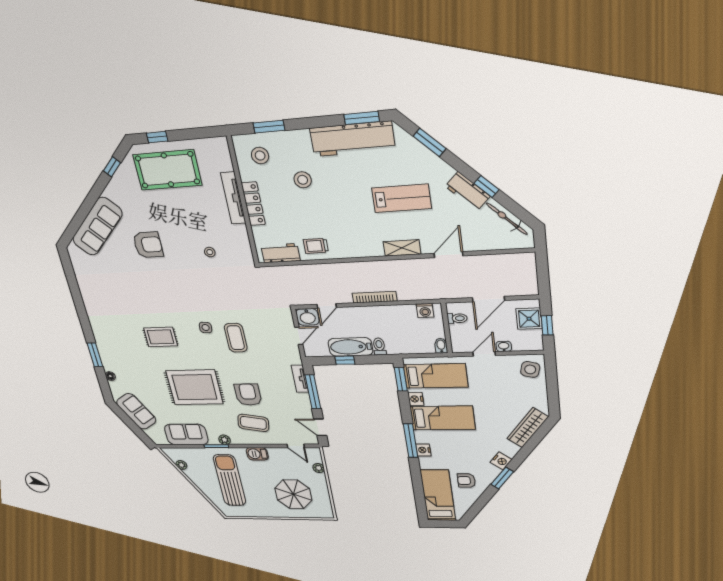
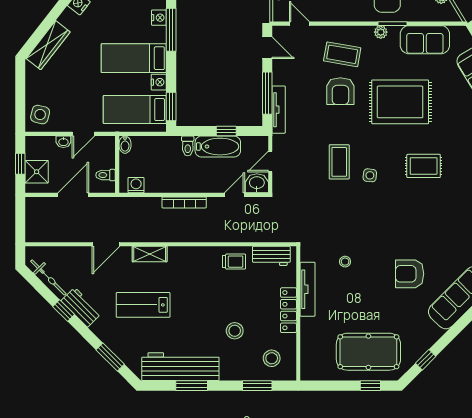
window: (362, 118) -> (192, 386), moved
tv unit: (233, 198) -> (308, 289), moved
tv unit: (300, 379) -> (279, 110), width x1.41
barbecue: (257, 454) -> (346, 13), removed

